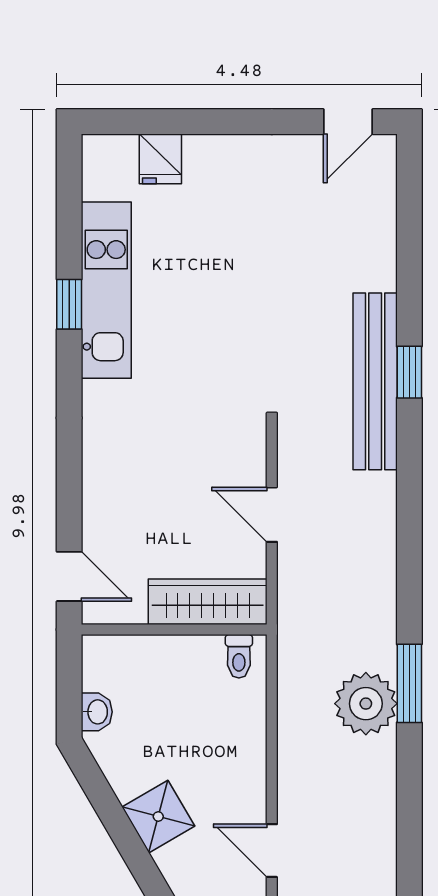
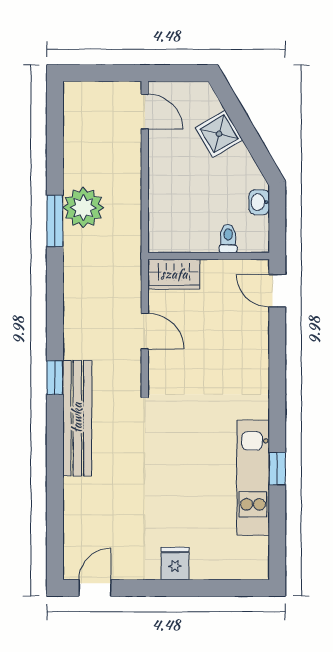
fridge: (160, 159) -> (175, 564), moved
window: (409, 372) -> (55, 378), moved
wardrobe: (208, 602) -> (174, 274), width x0.67
toilet: (239, 656) -> (228, 239), moved

